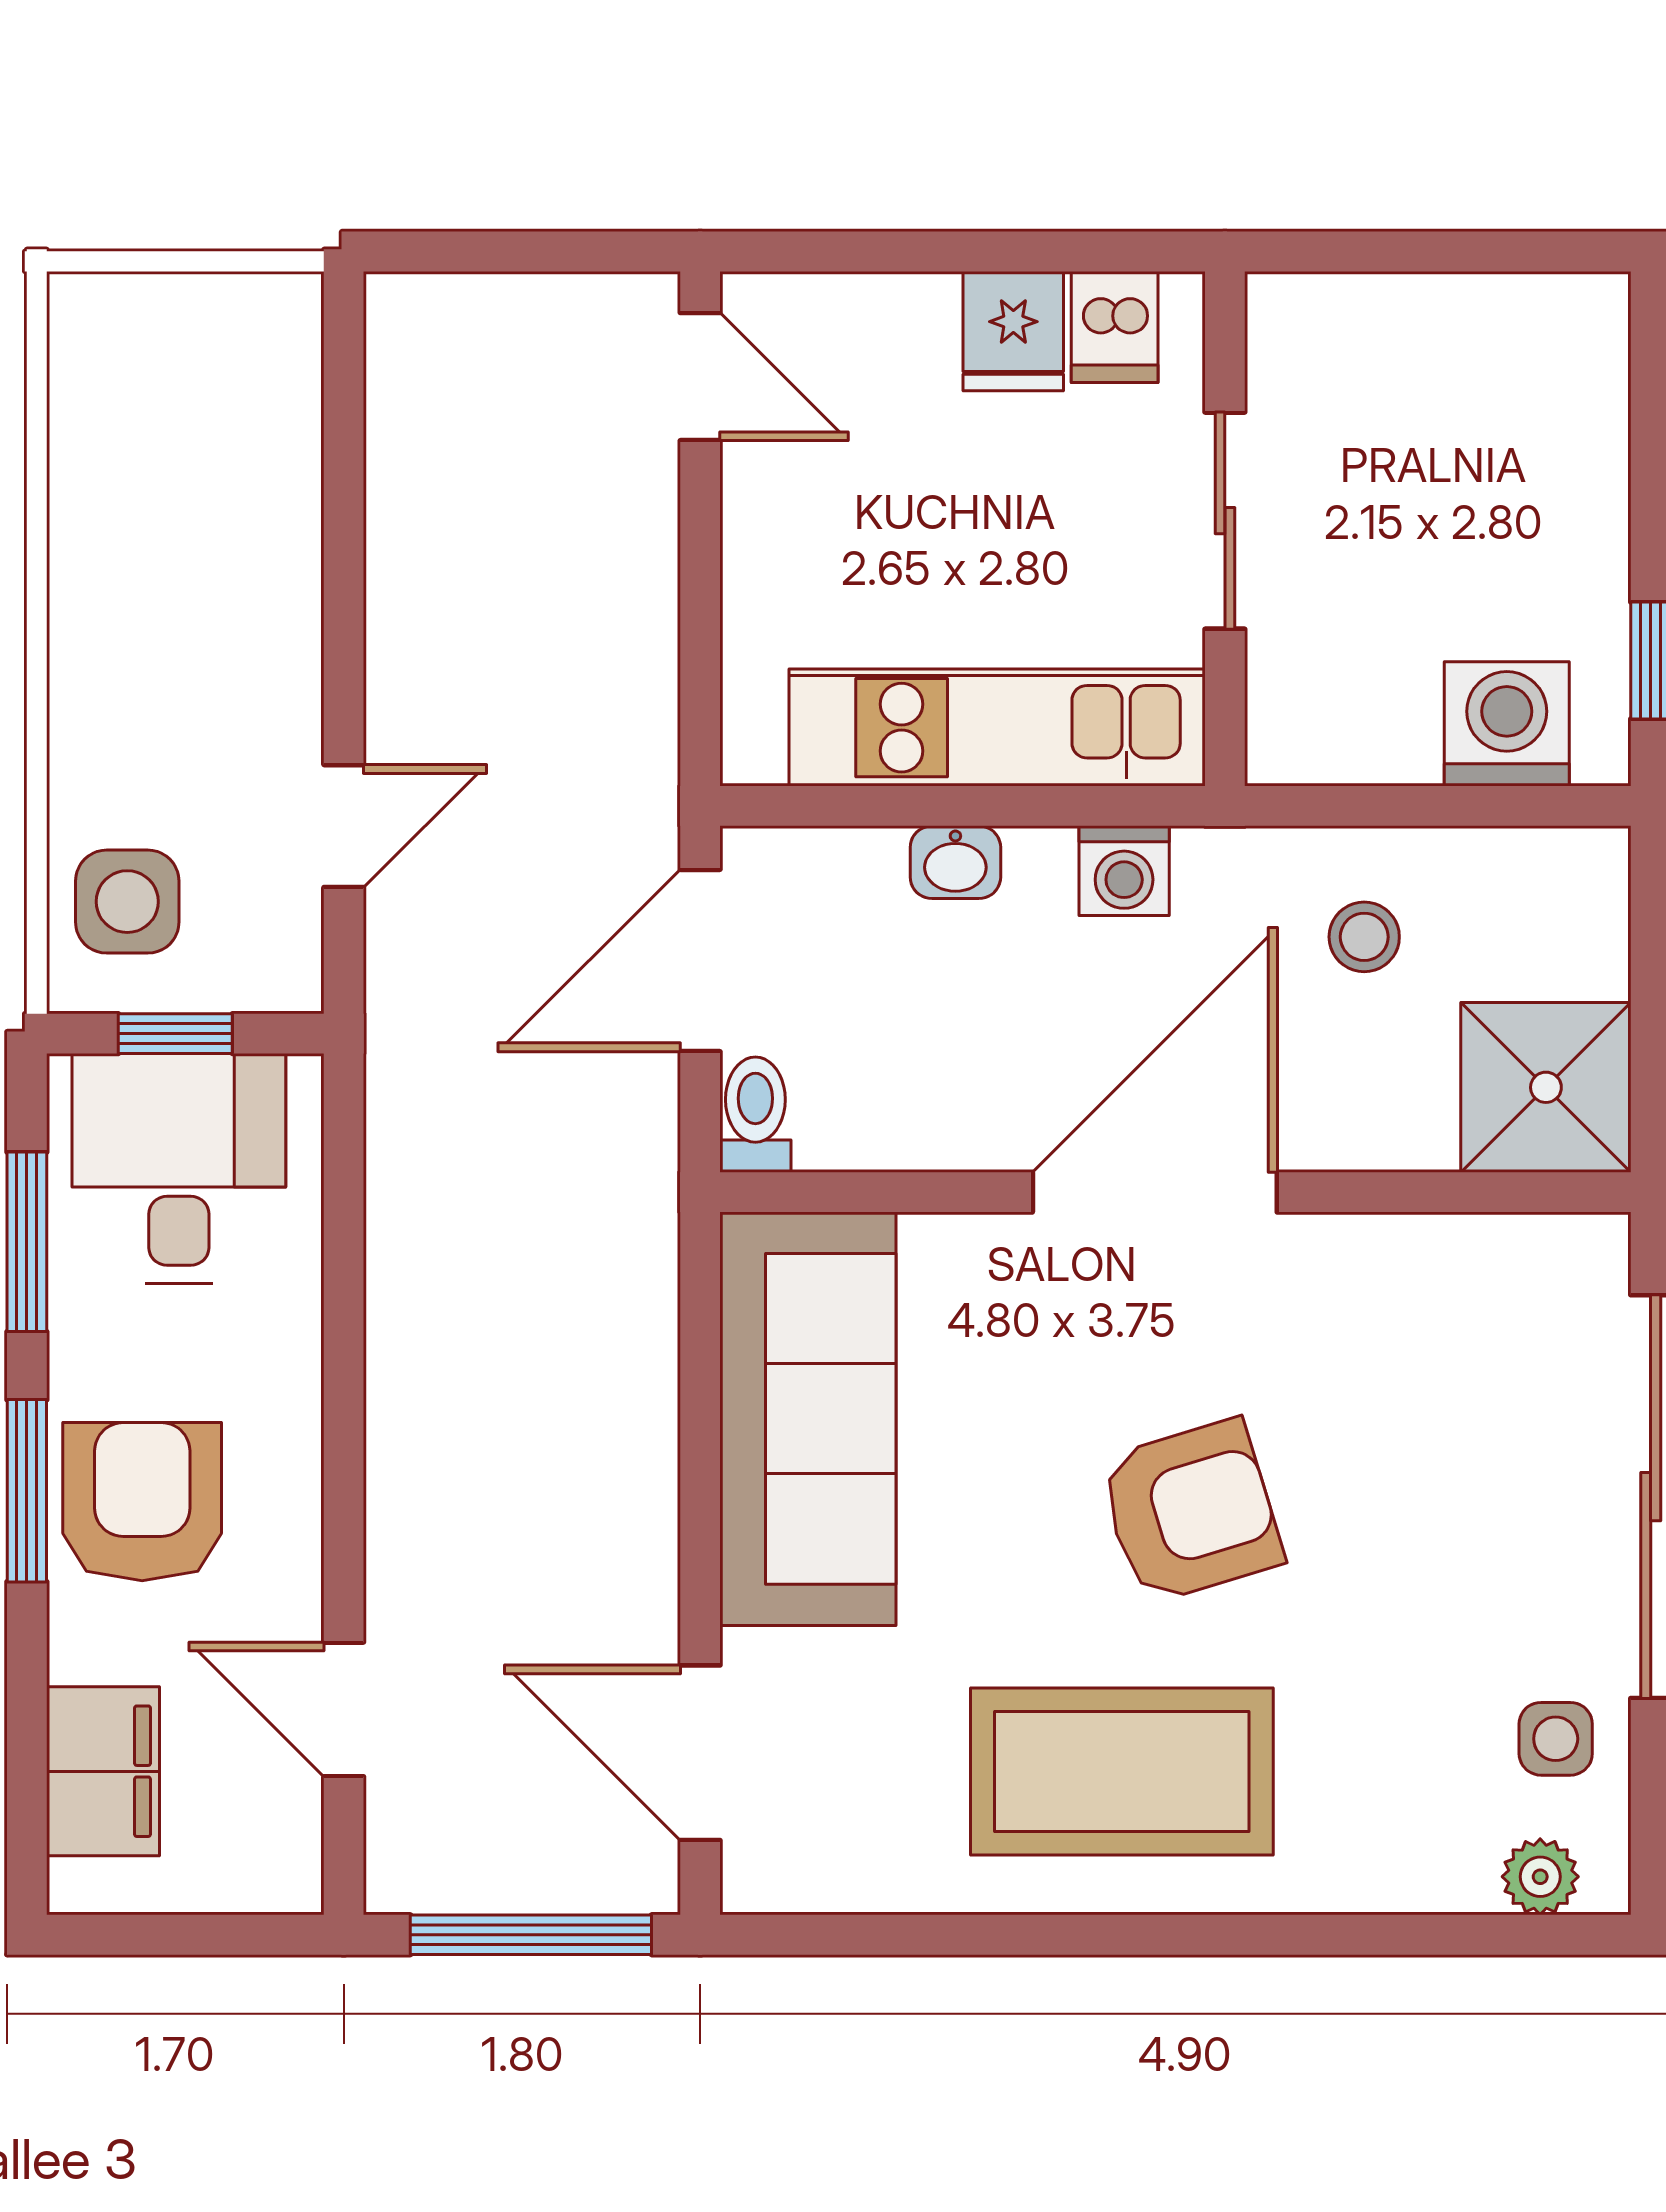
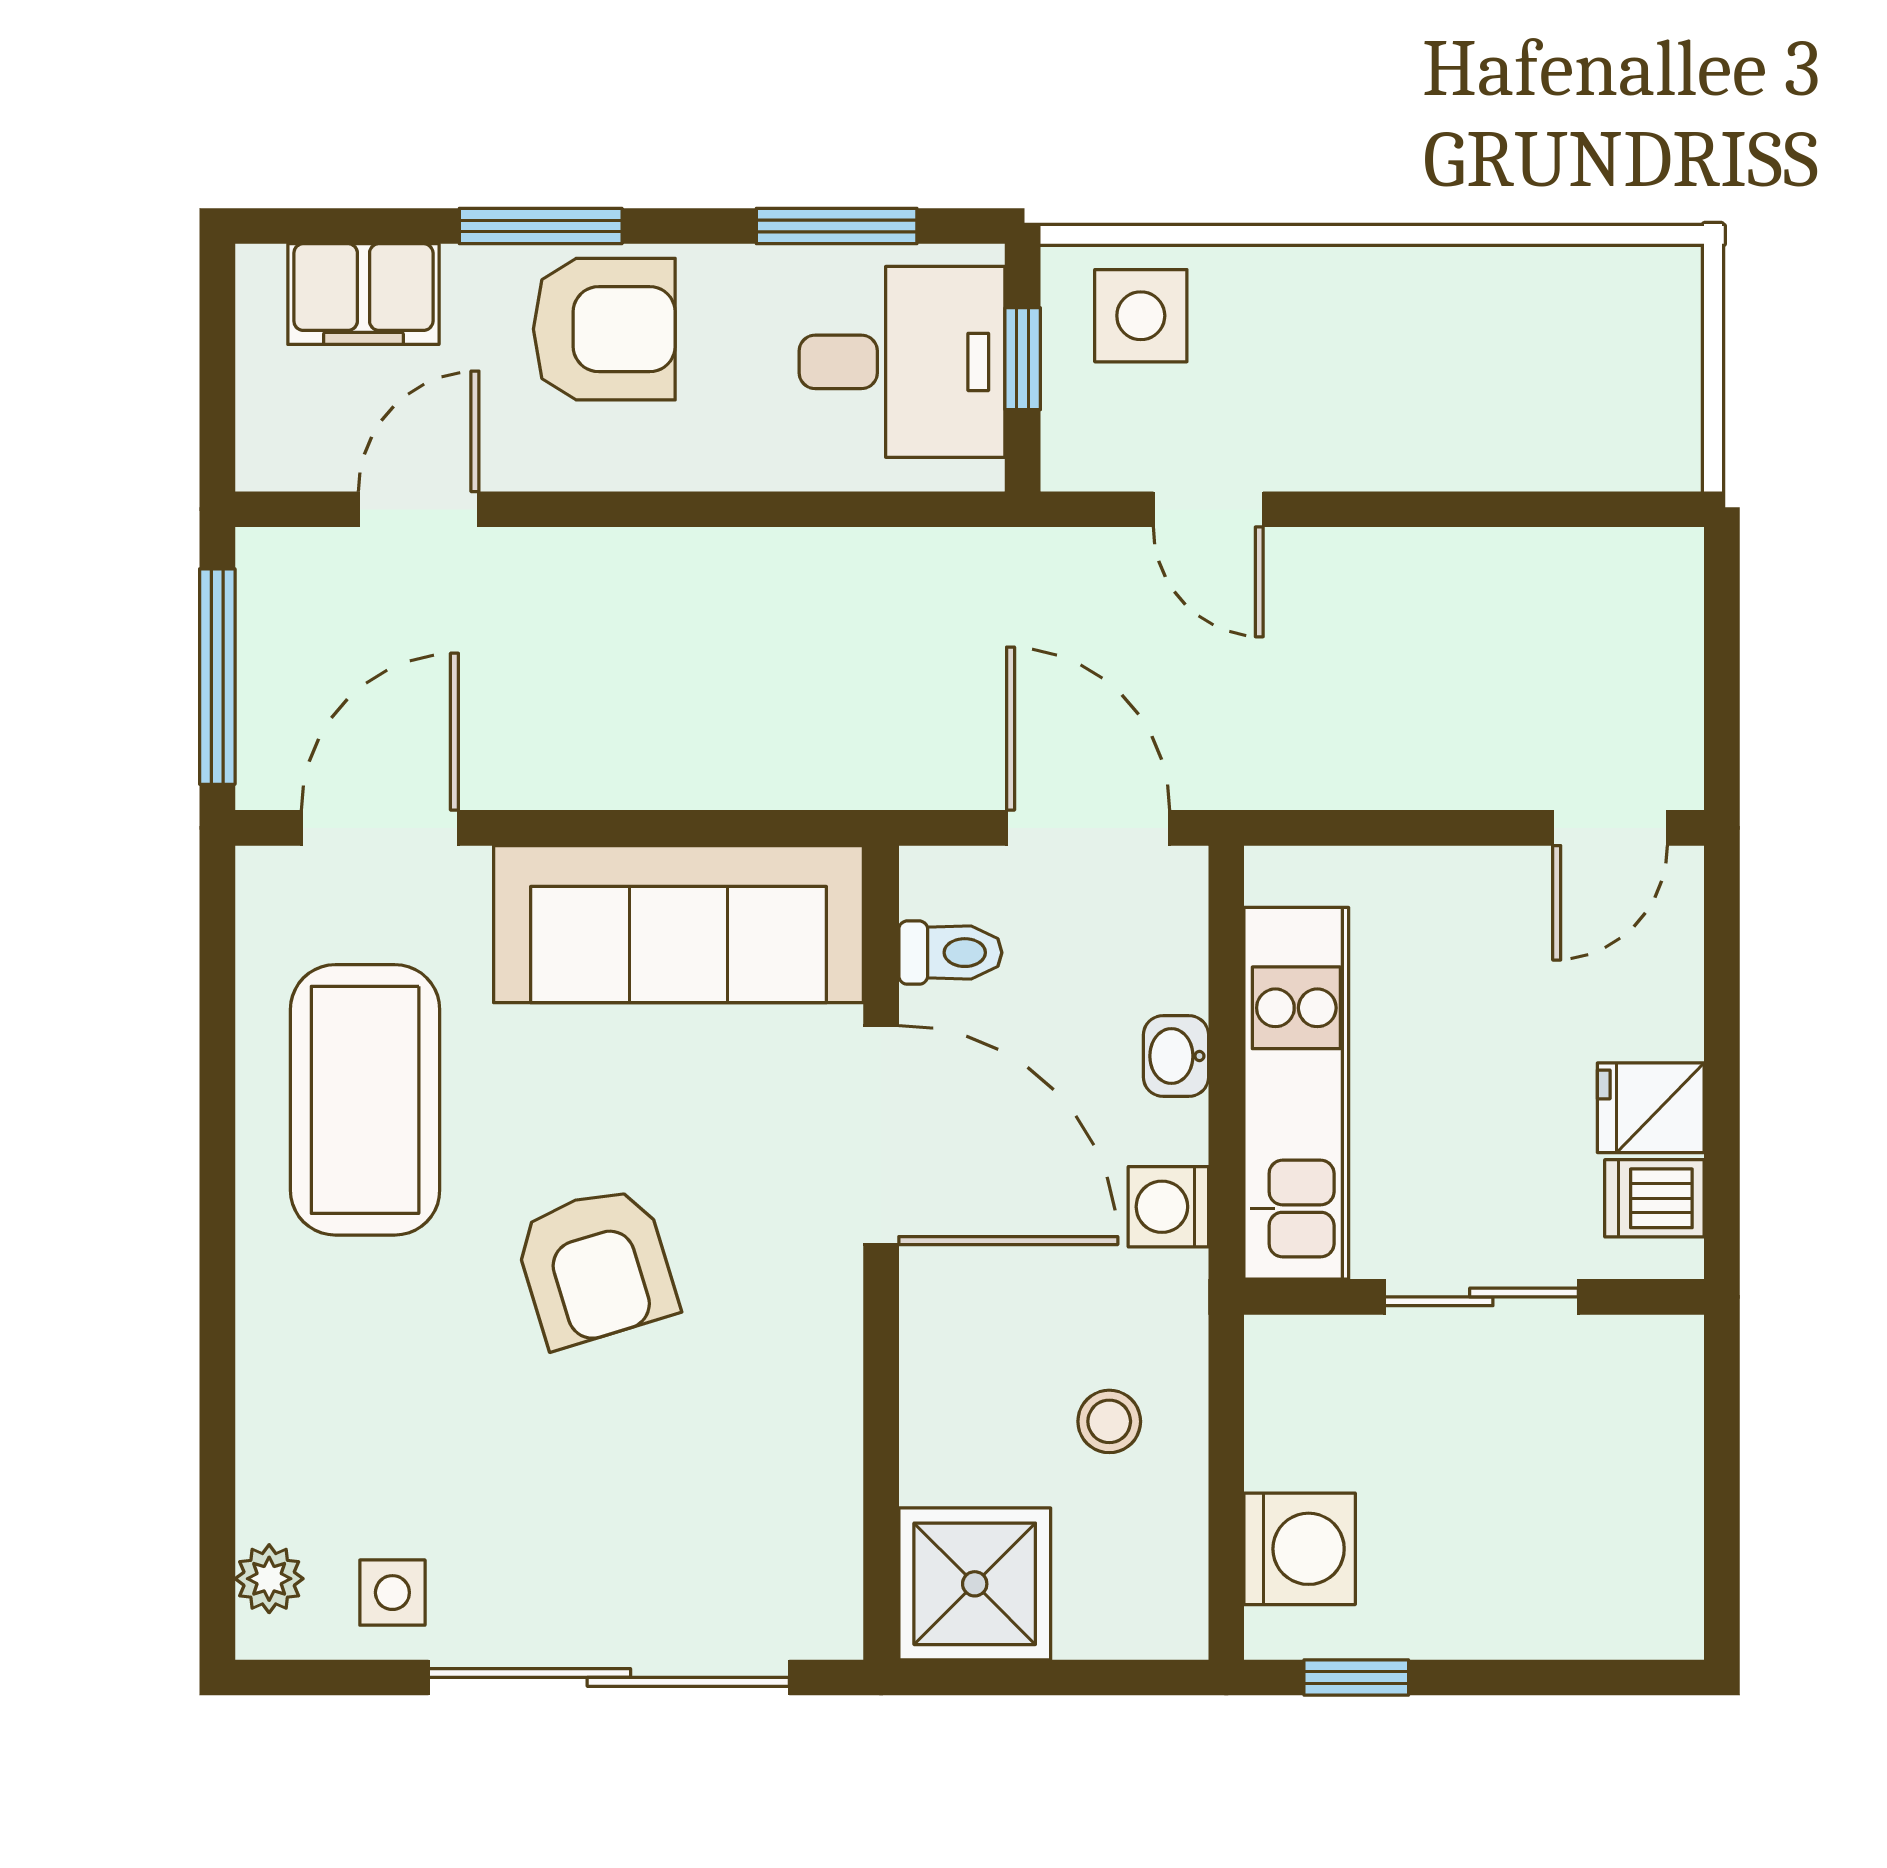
toilet: (755, 1115) -> (950, 953), moved
door: (1155, 1192) -> (881, 1135), moved
window: (27, 1491) -> (541, 226), moved
coffee table: (1122, 1771) -> (365, 1100), moved

